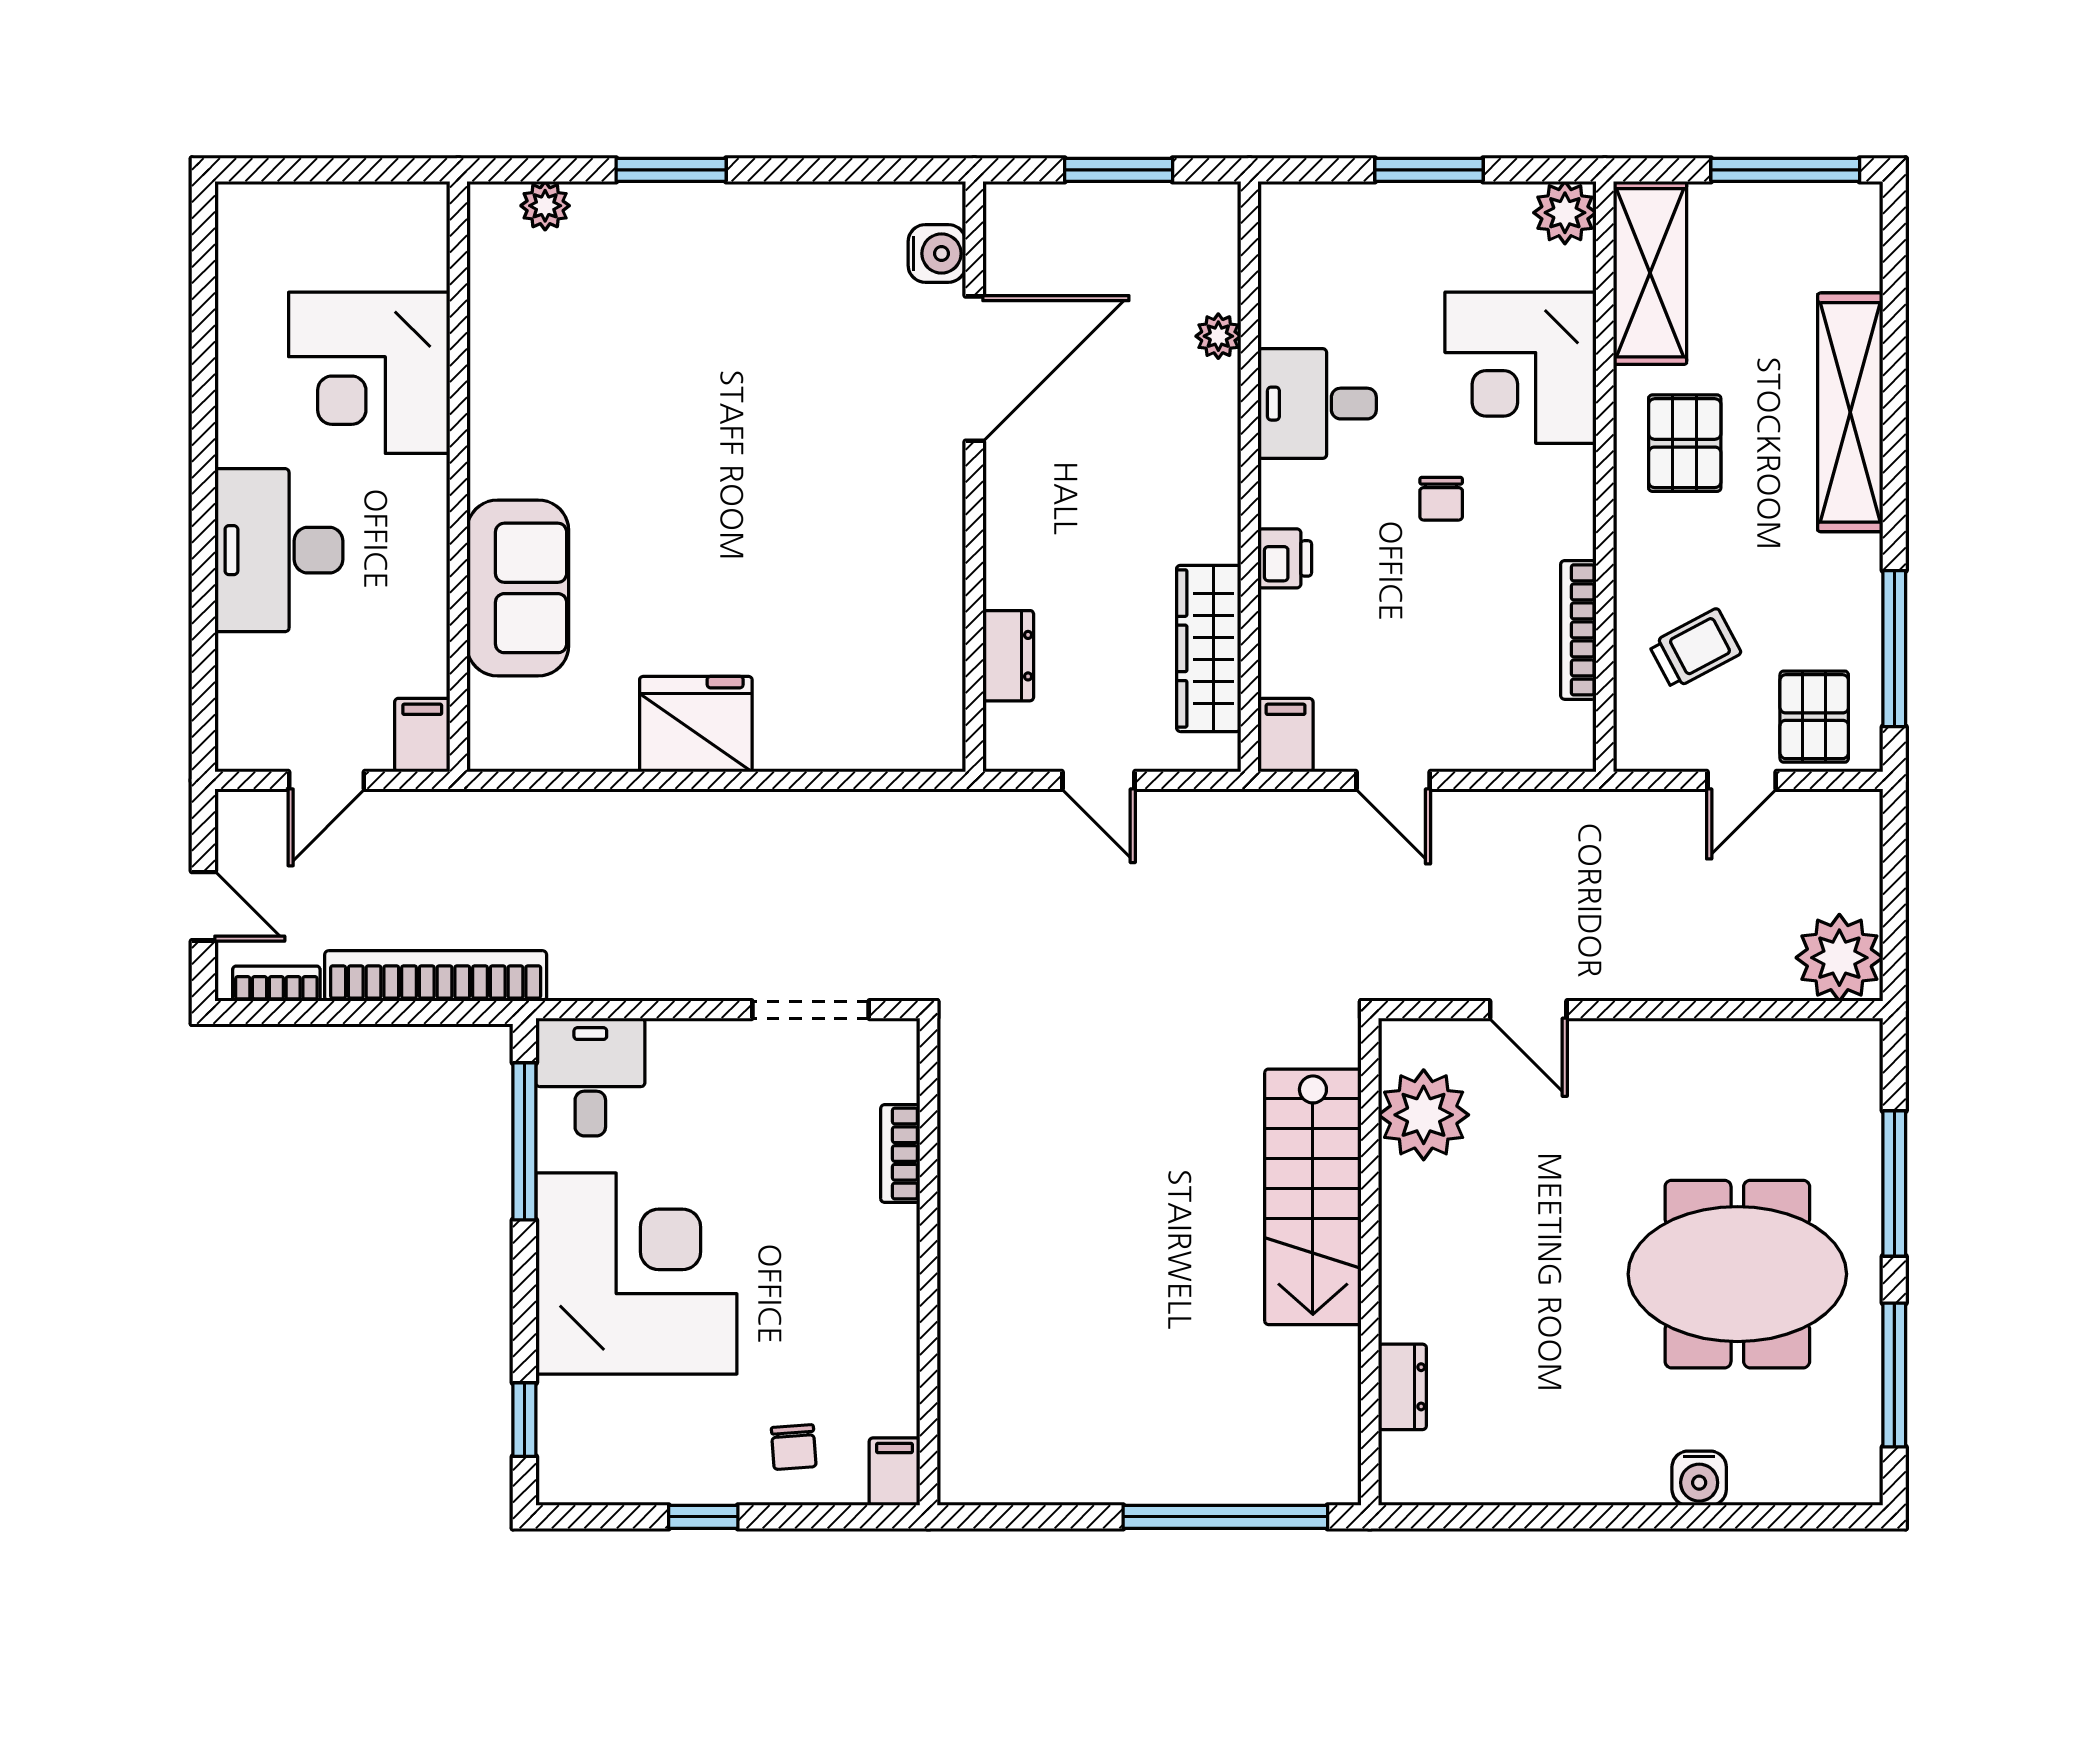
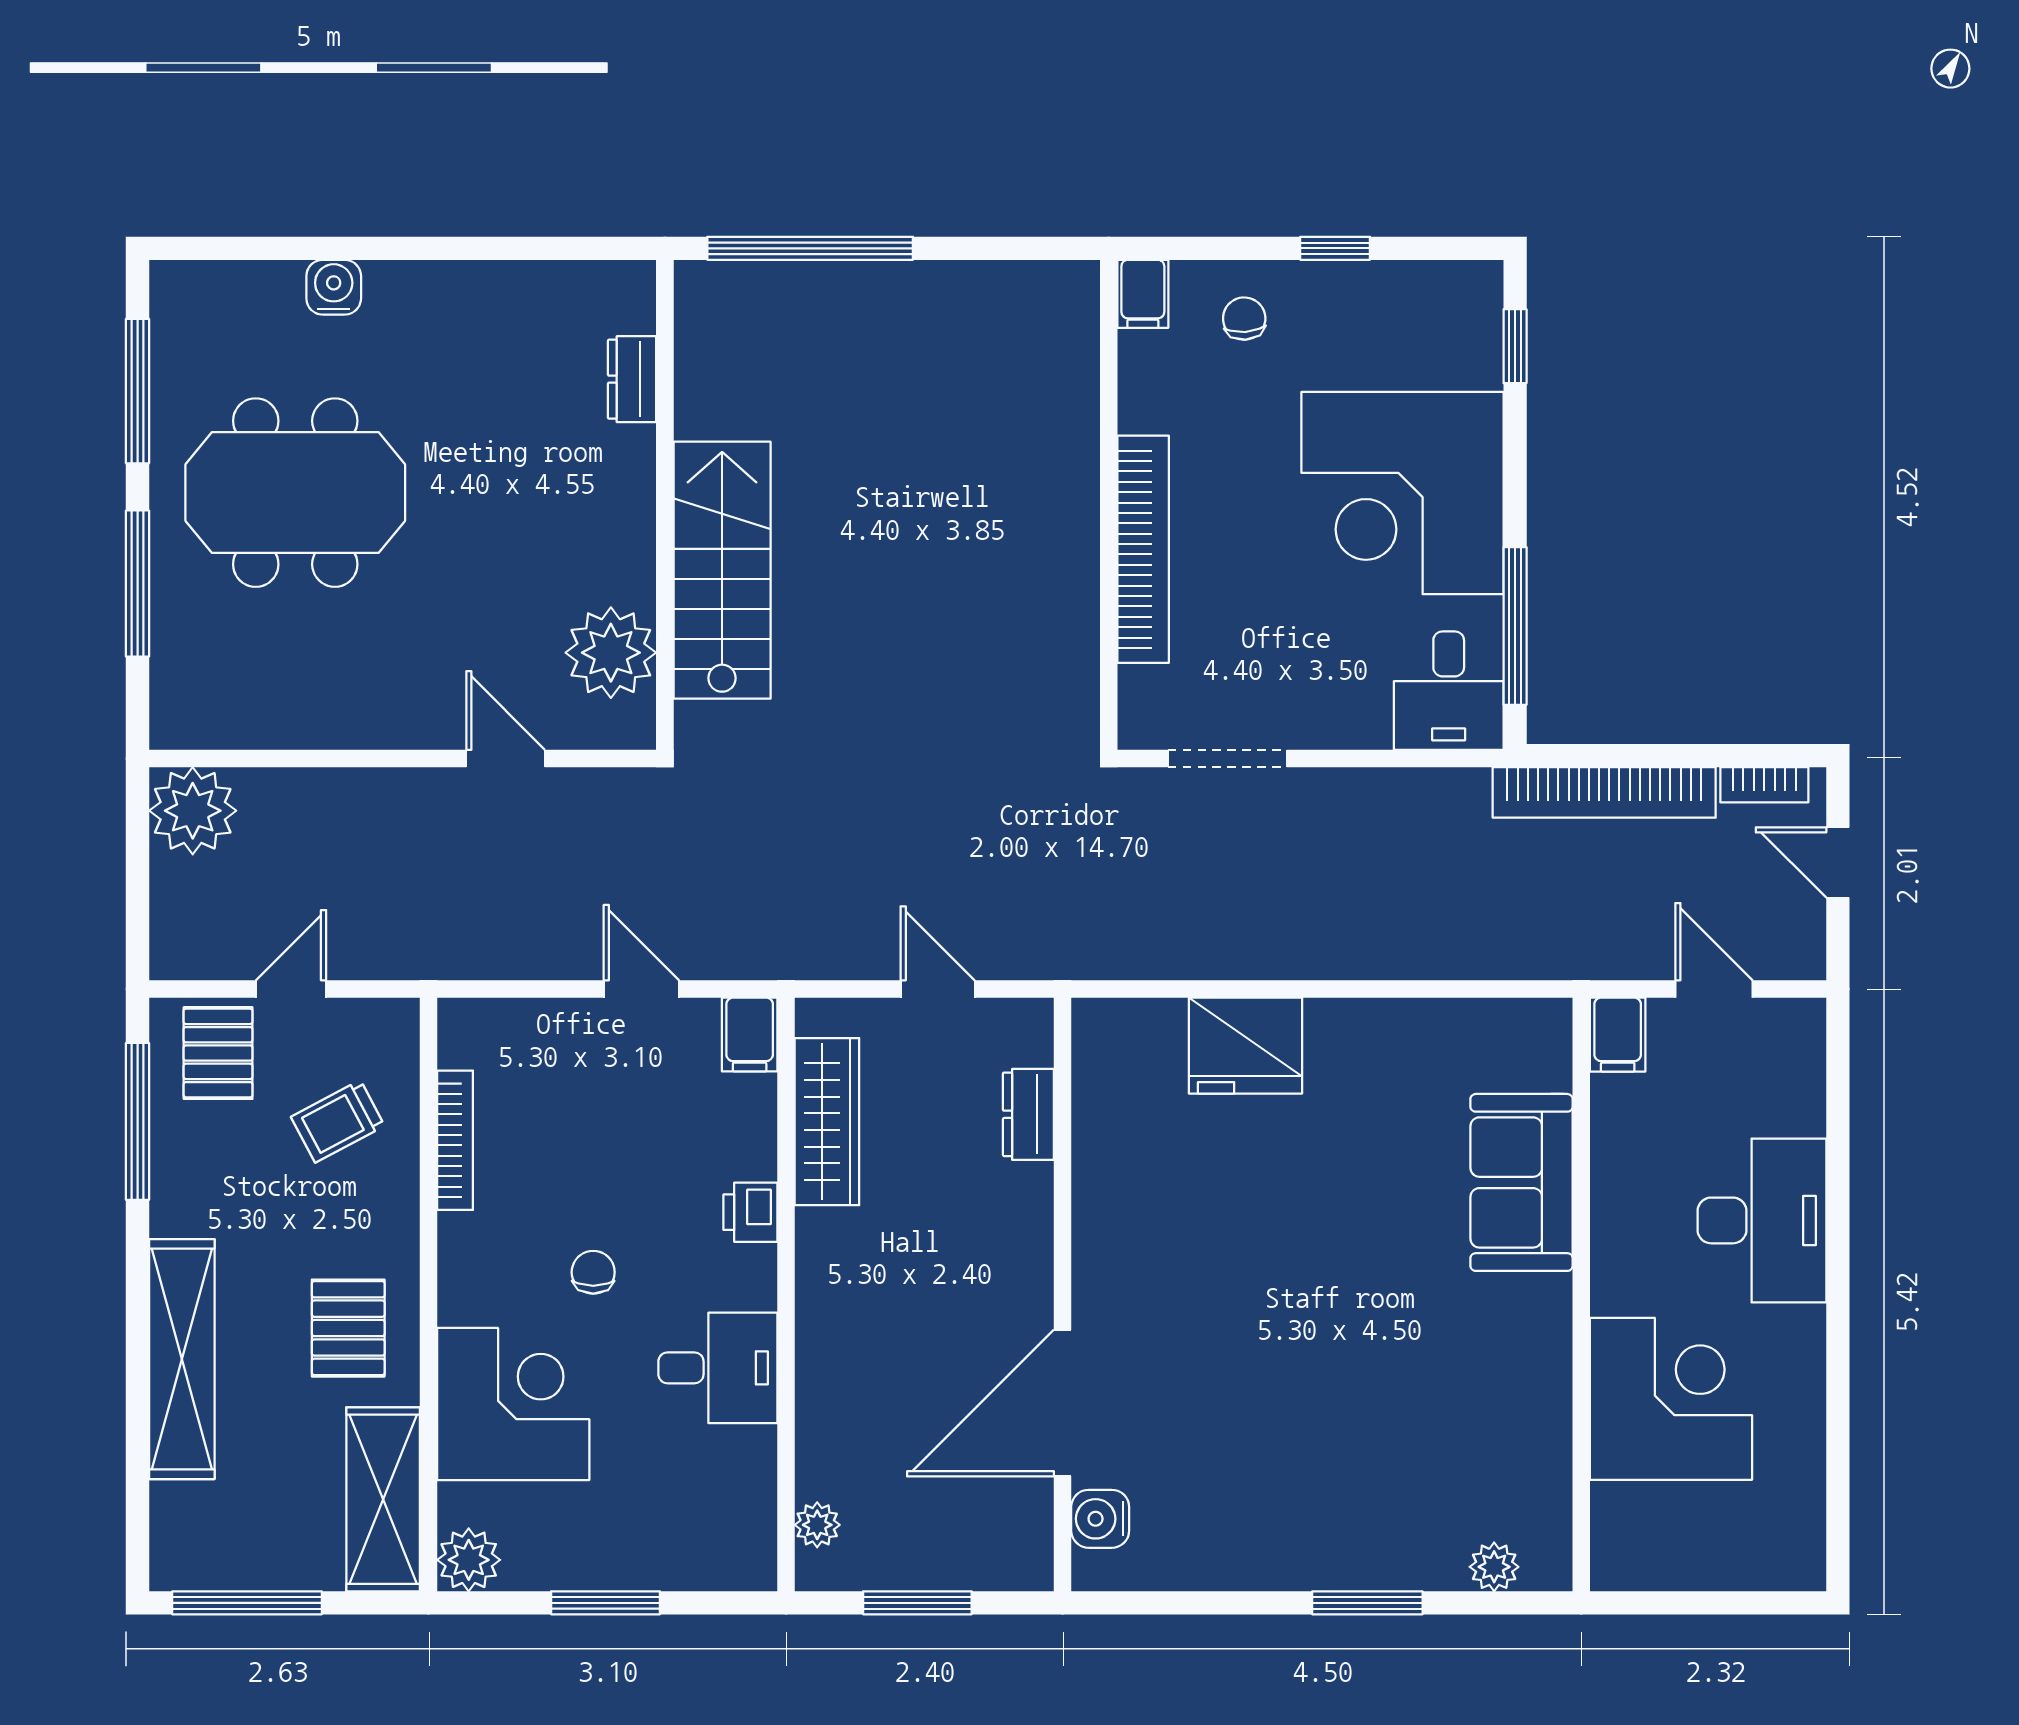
plant: (1218, 336) -> (817, 1525), moved
fridge: (696, 724) -> (1246, 1046), moved
door: (326, 780) -> (1714, 989), hinge flipped
bookcase: (900, 1154) -> (1143, 549), width x2.31, depth x1.31

